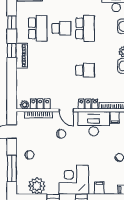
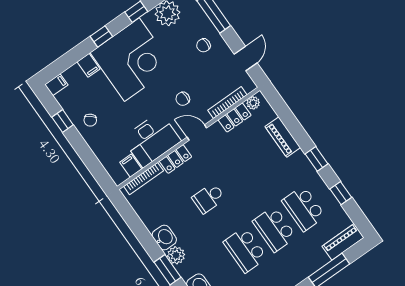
school desk: (61, 28) -> (274, 229), width x1.85
piano: (22, 56) -> (283, 137), moved
corner desk: (74, 180) -> (132, 60), width x1.36, depth x1.36

